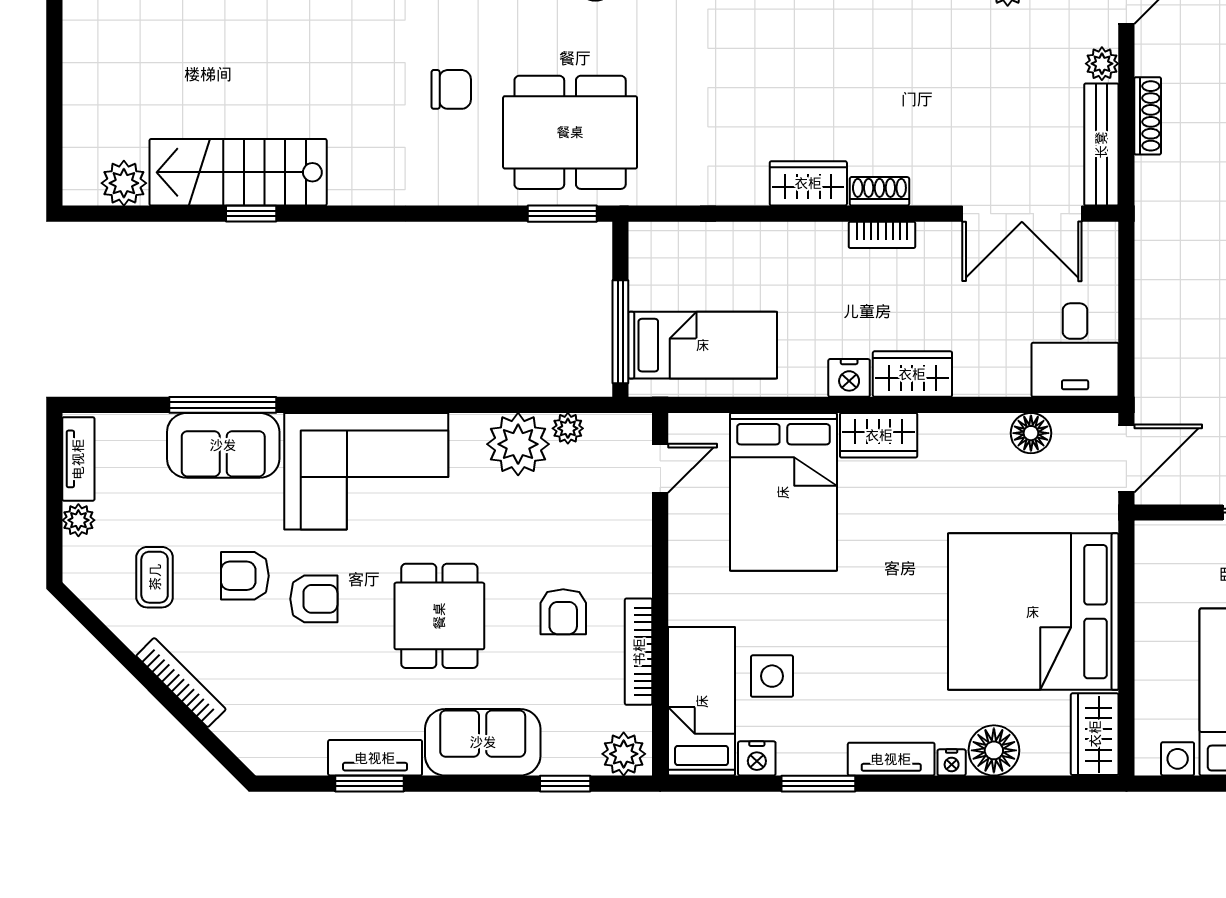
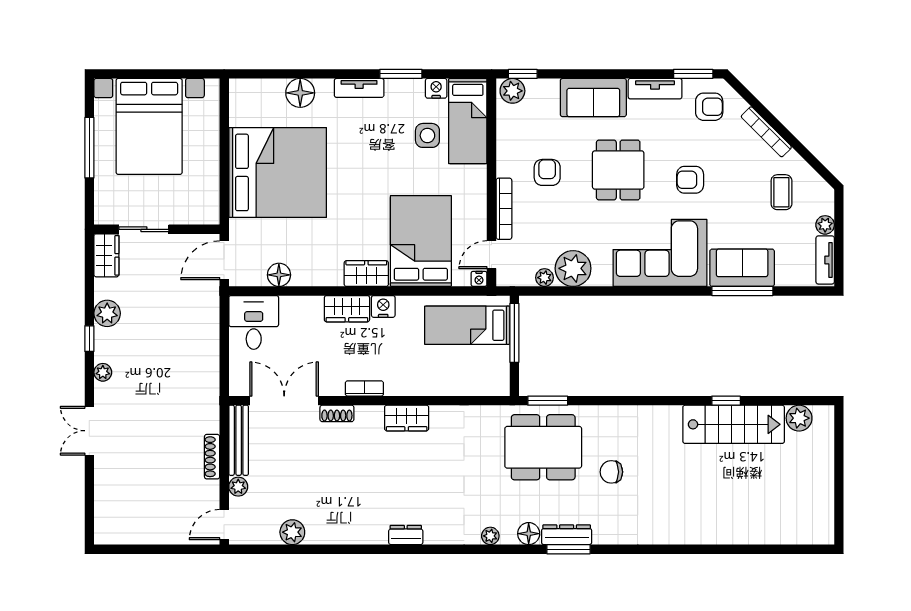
shoe rack: (879, 191) -> (337, 413), moved
armchair: (245, 576) -> (709, 107), moved
bookcase: (639, 652) -> (504, 209), moved
wardrobe: (1095, 734) -> (242, 102), removed
nightstand: (952, 762) -> (479, 279), moved, turned 180
window: (370, 784) -> (693, 74), moved
window: (565, 784) -> (523, 74), moved

